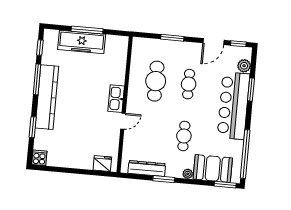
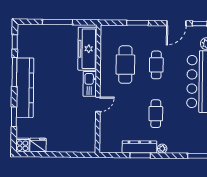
freezer: (82, 42) -> (87, 49), moved, turned 90
fridge: (102, 164) -> (38, 145), moved
dresser: (147, 168) -> (139, 147), moved
booth: (213, 168) -> (185, 142), removed

